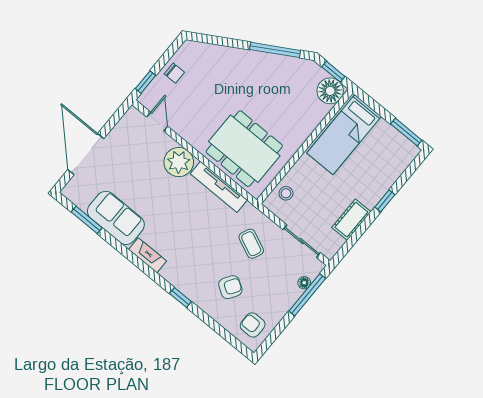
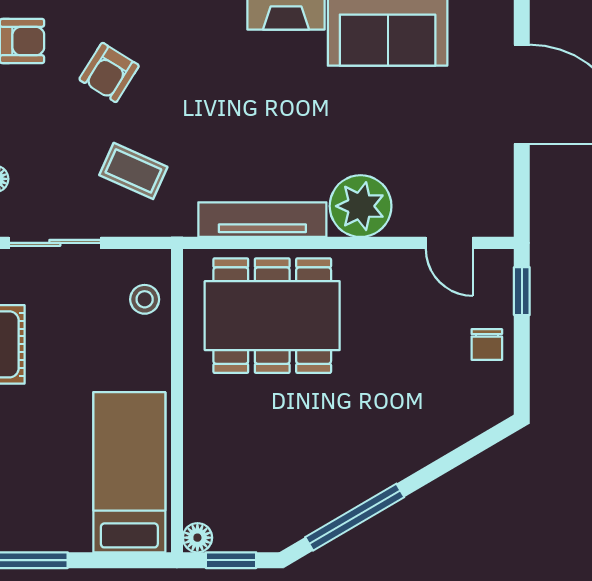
chair: (174, 73) -> (487, 345), turned -90
floor lamp: (330, 91) -> (197, 538), width x0.53, depth x0.53

